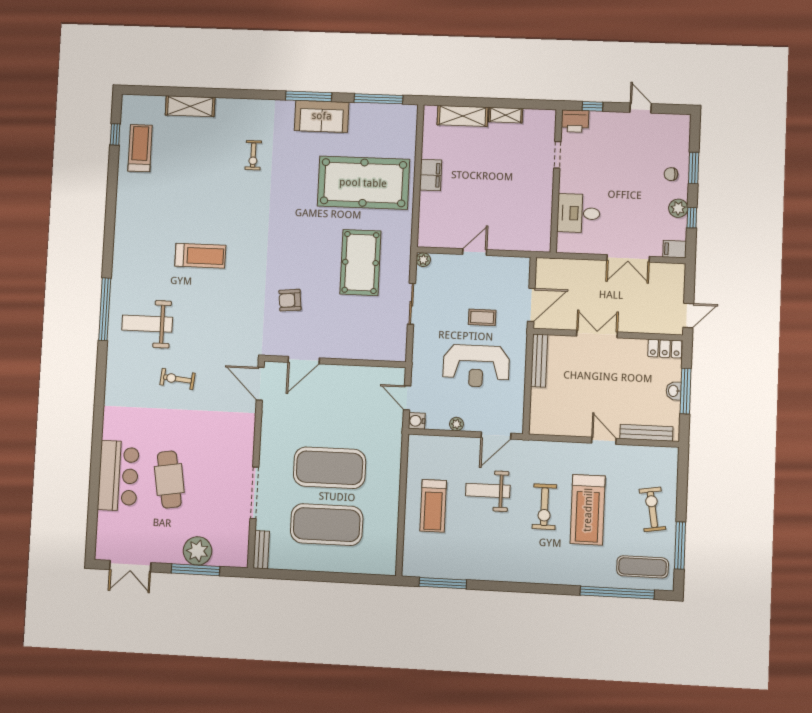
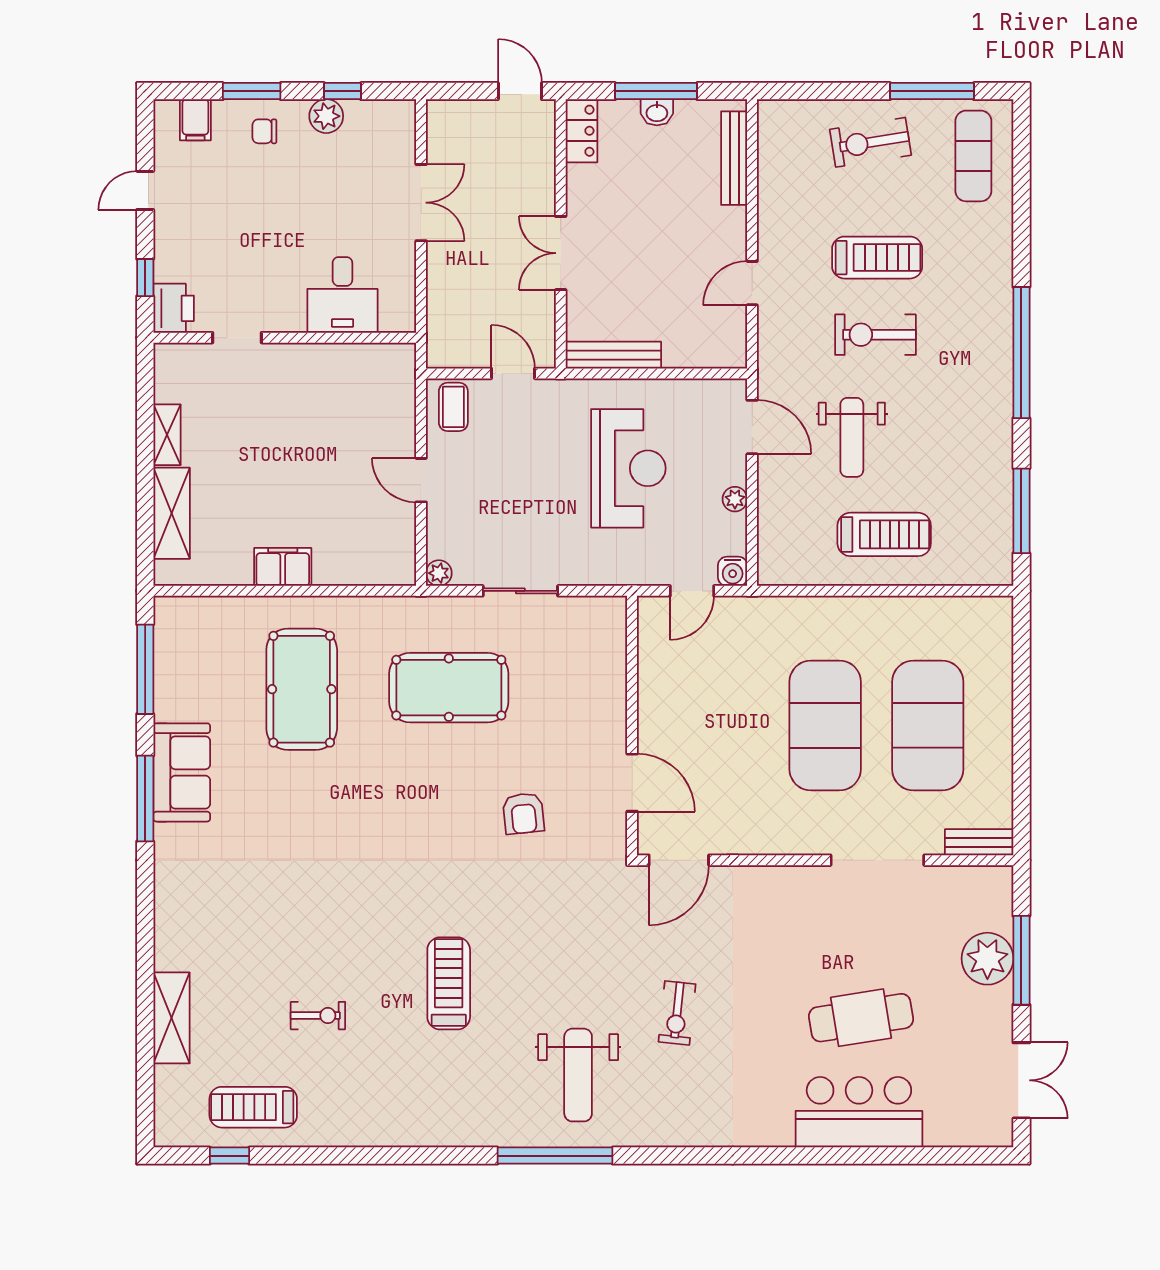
exercise bike: (253, 155) -> (318, 1016), moved
chair: (671, 174) -> (264, 131), turned 90
pool table: (363, 183) -> (302, 689), width x0.73, depth x0.76
filing cabinet: (675, 249) -> (195, 120), moved
door: (531, 305) -> (513, 373), width x0.73
coffee table: (482, 317) -> (453, 407), moved
door: (604, 441) -> (752, 283), moved
exercise bike: (544, 507) -> (875, 335), turned 180
treadmill: (588, 510) -> (877, 258), width x0.73, depth x0.73
window: (617, 593) -> (1021, 353), moved

